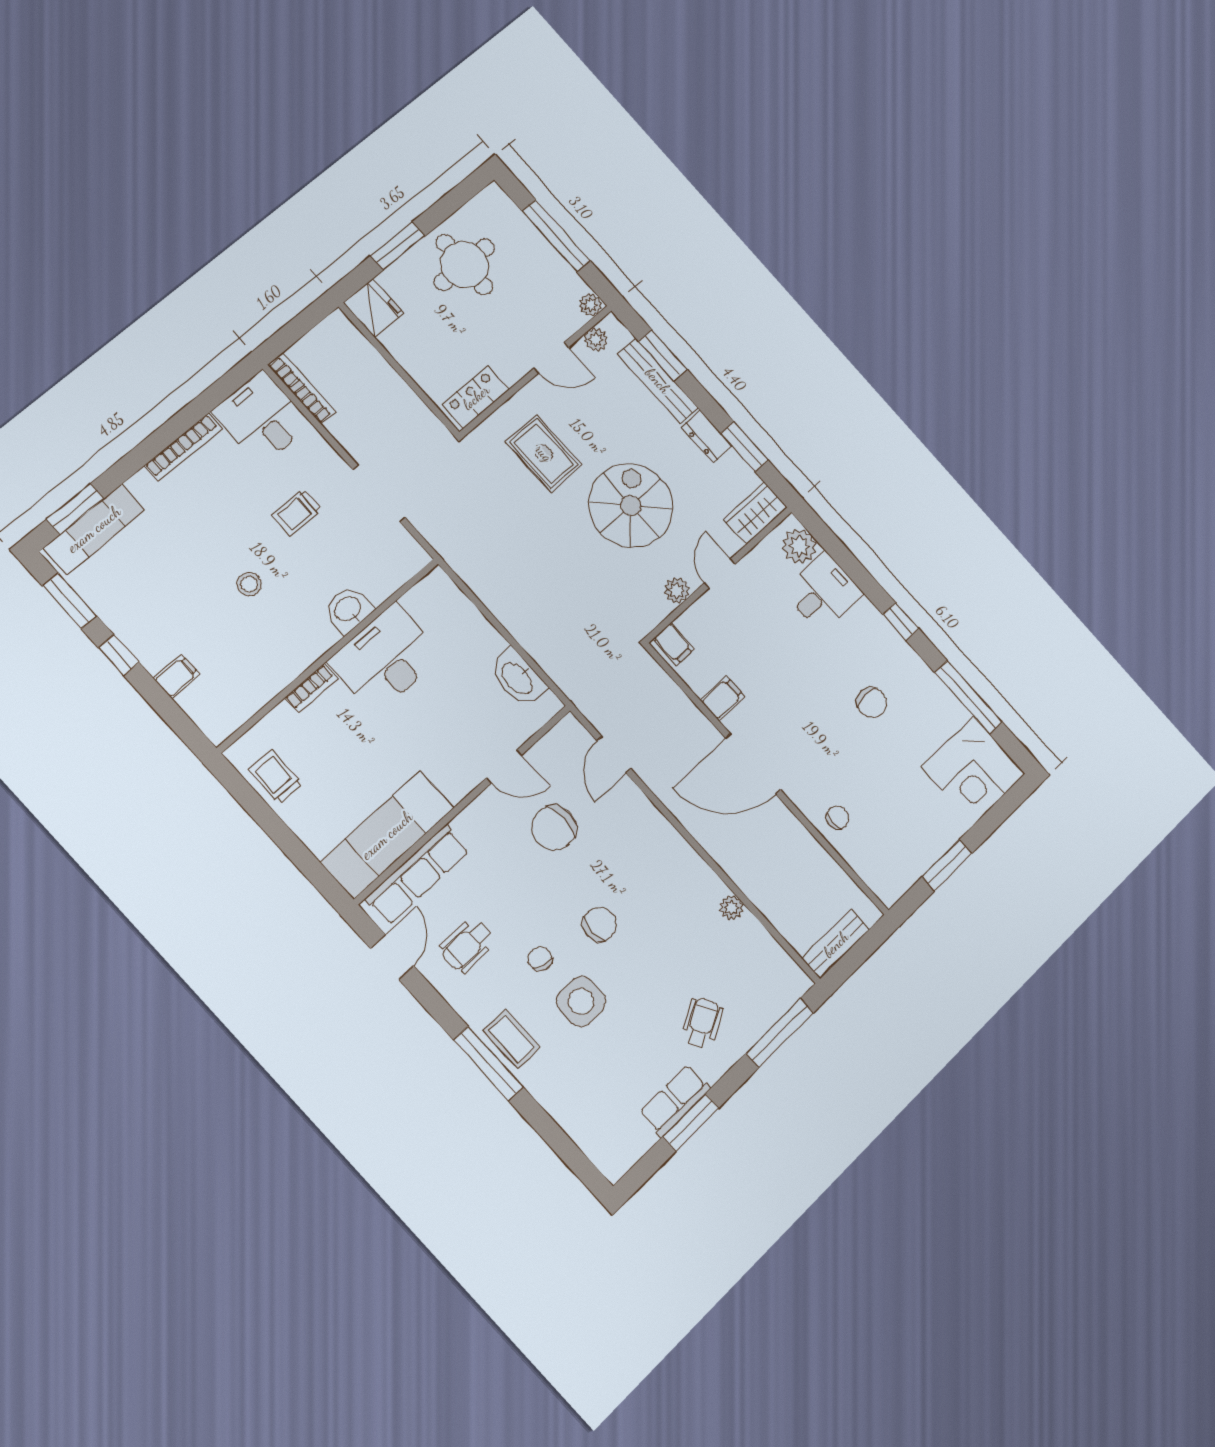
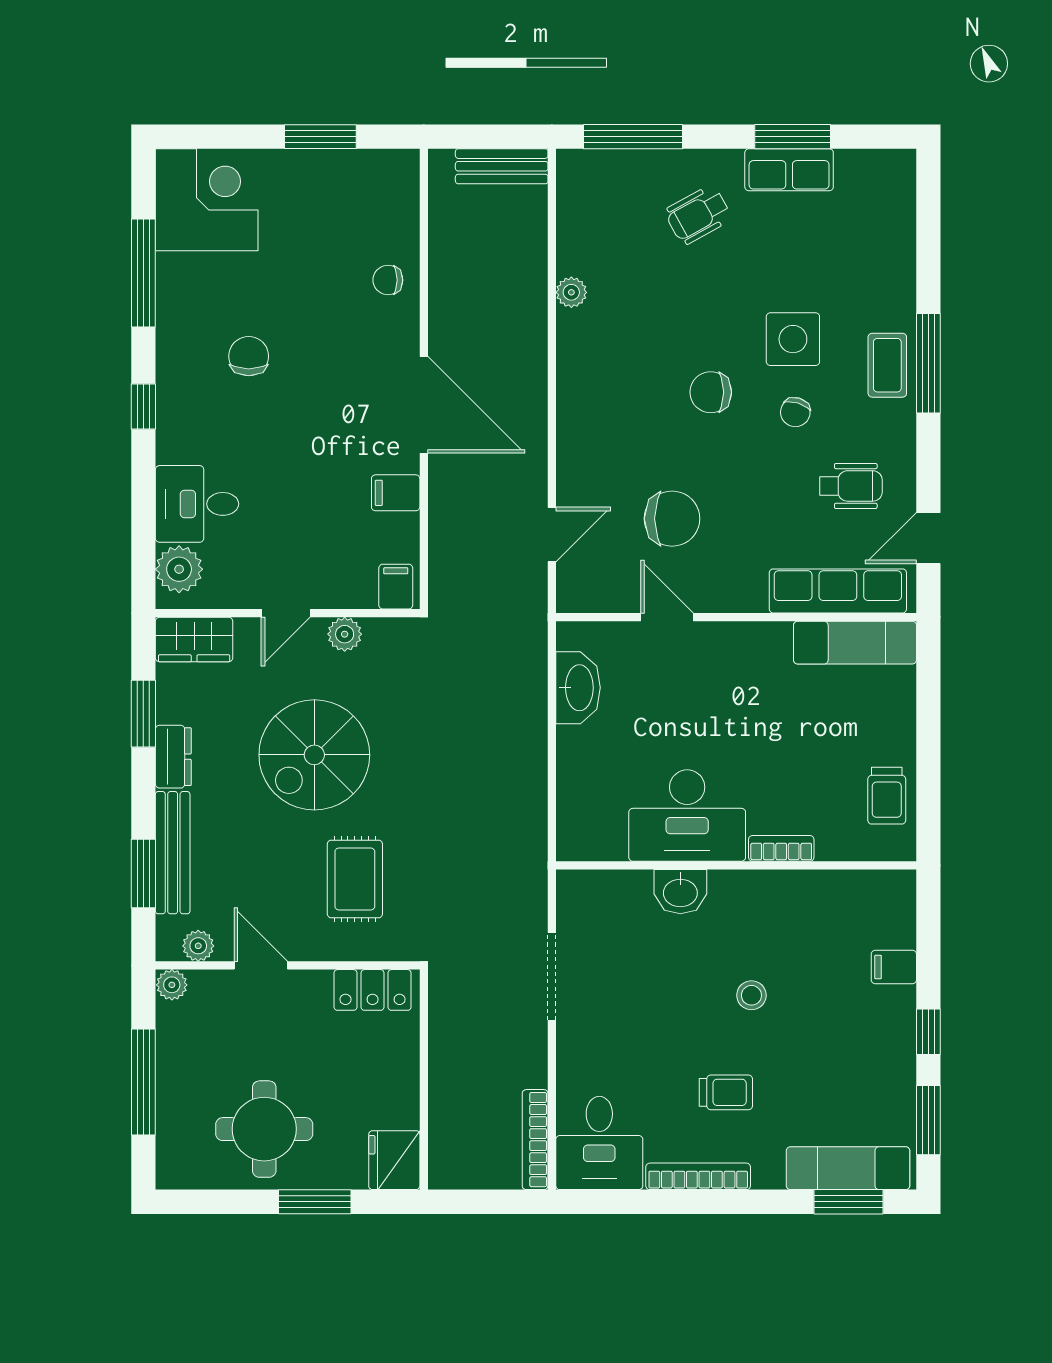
trolley: (297, 512) -> (726, 1092), moved
exam couch: (387, 835) -> (855, 643), width x0.73, depth x0.69

